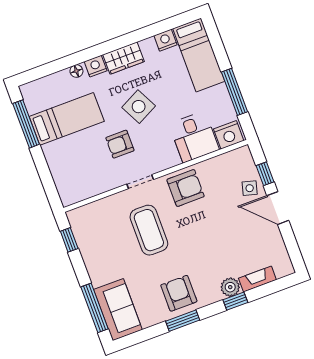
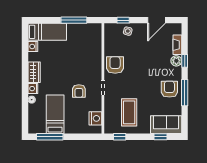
side table: (139, 107) -> (63, 74), removed
nightstand: (229, 135) -> (95, 118), moved
desk: (194, 137) -> (90, 50), removed
door: (278, 208) -> (156, 20), moved
coffee table: (149, 230) -> (129, 112), moved, turned 90
armchair: (179, 293) -> (169, 89), turned 90
window: (95, 308) -> (161, 137), width x0.46
window: (183, 321) -> (185, 93), width x1.44

